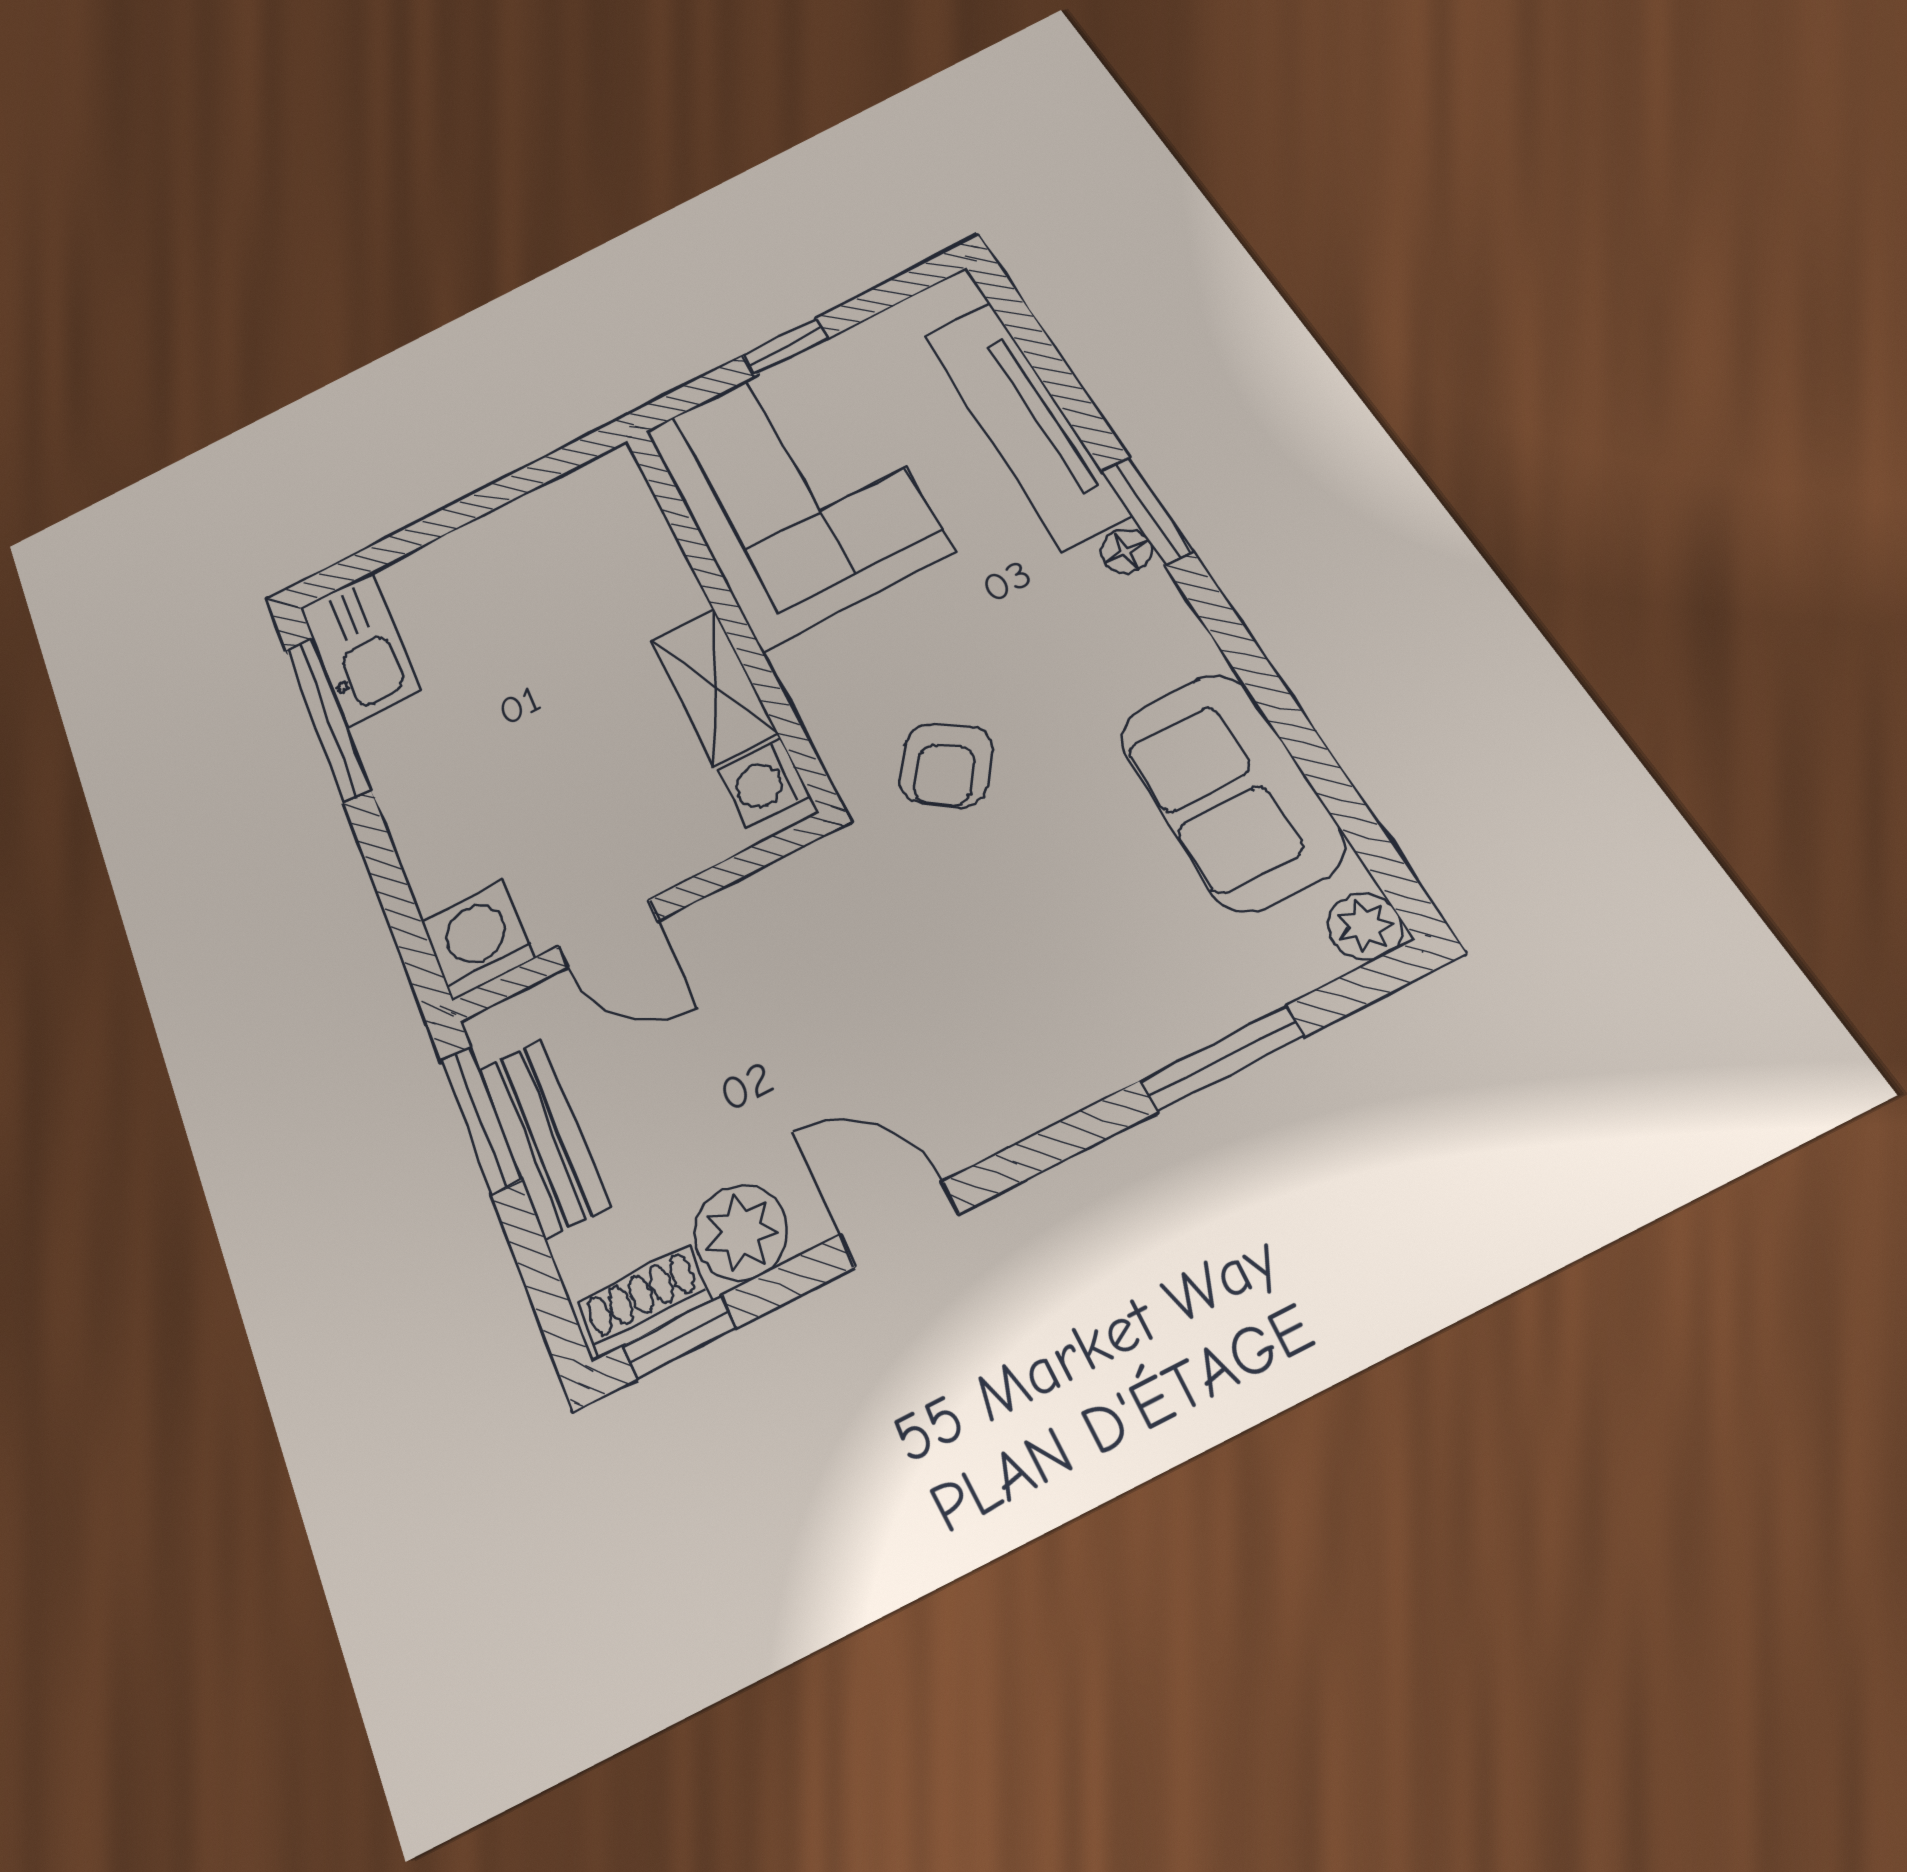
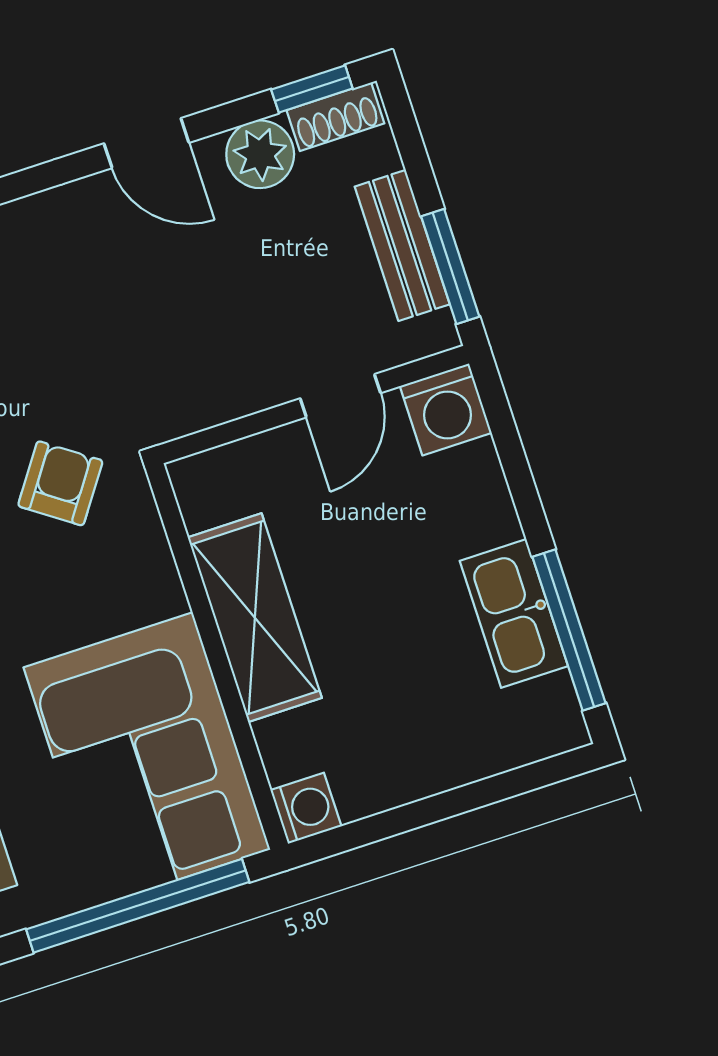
window: (786, 347) -> (138, 906), width x3.17
kitchen sink: (360, 649) -> (514, 613), moved
shelving: (714, 686) -> (255, 618), width x1.50, depth x1.33
washing machine: (764, 783) -> (306, 808), moved
door: (608, 933) -> (340, 396), swing flipped

